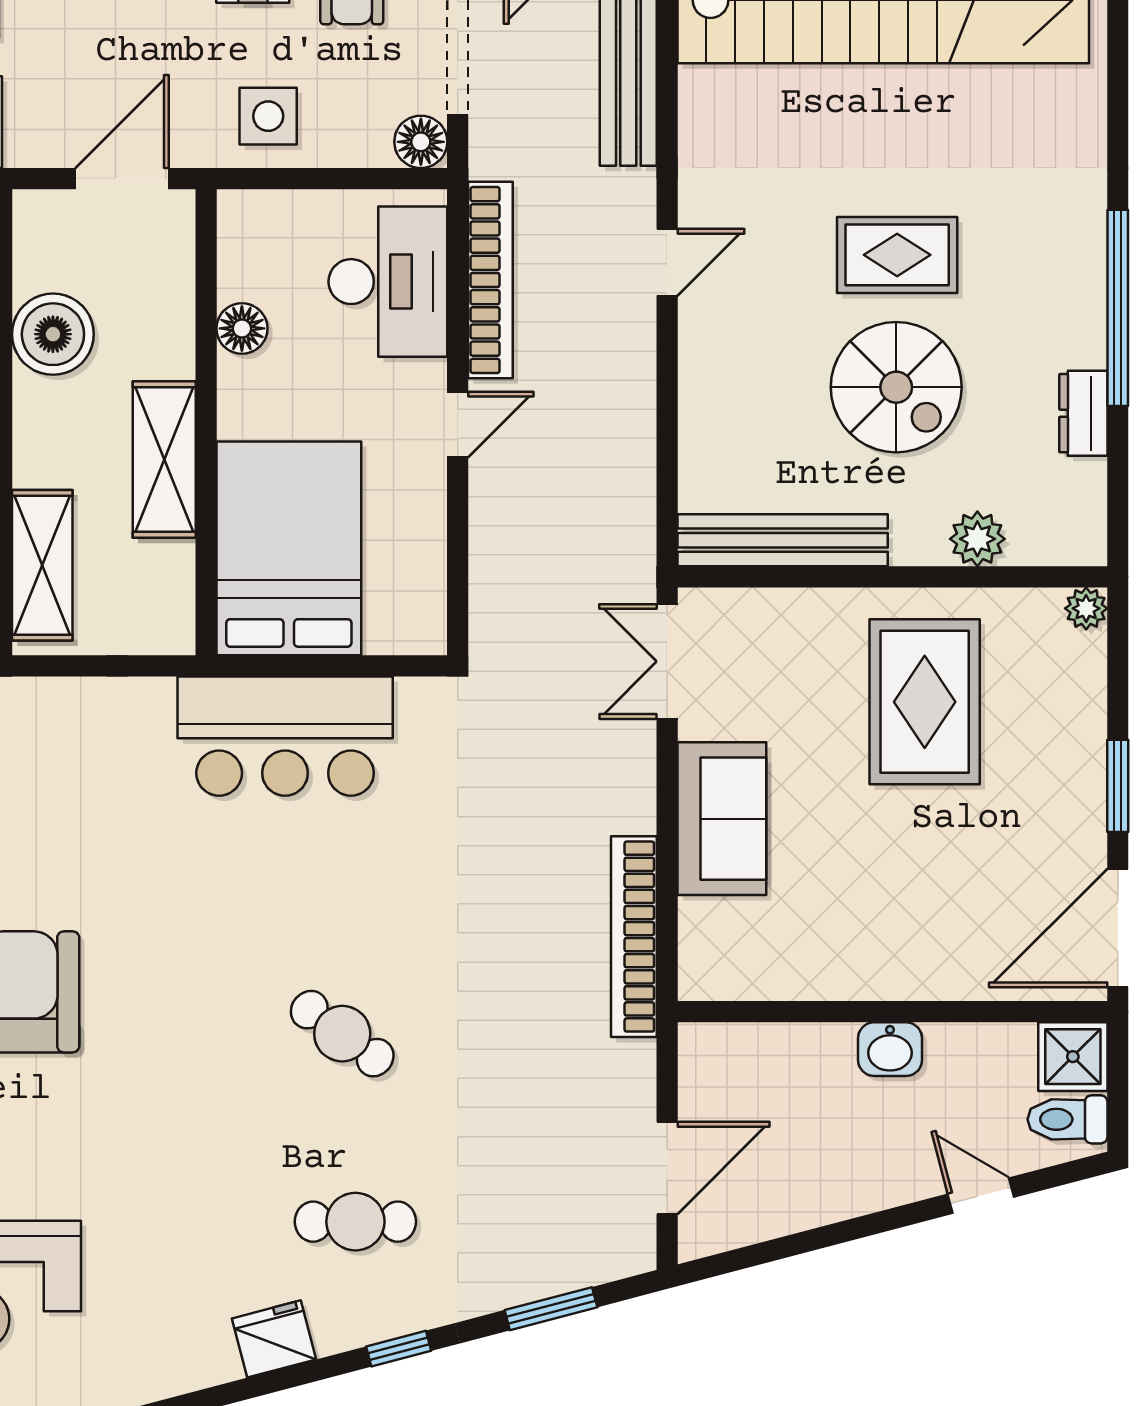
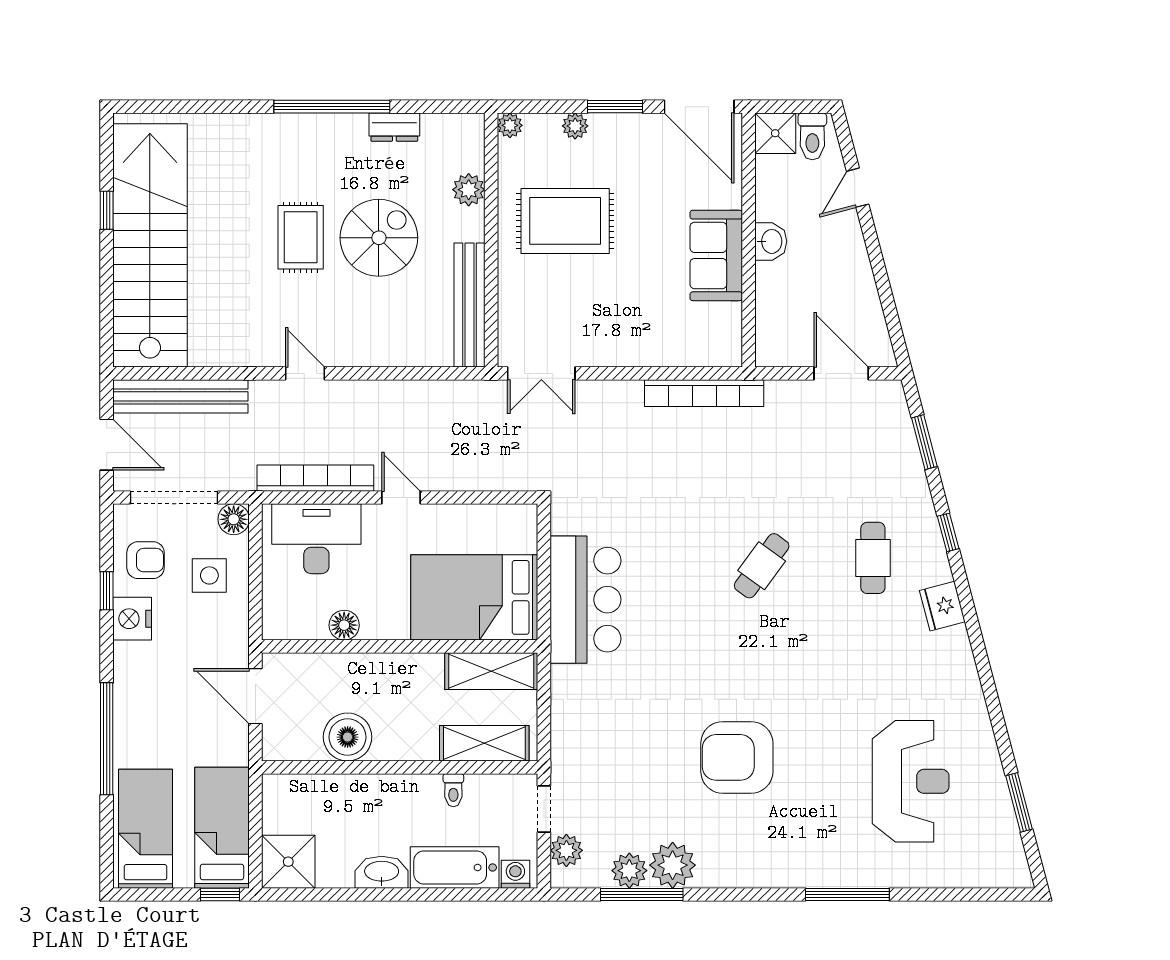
side table: (268, 116) -> (209, 575), moved
shelving: (164, 460) -> (491, 671), moved
plant: (1085, 719) -> (575, 126), added
sofa: (722, 819) -> (716, 255), moved, turned -90

